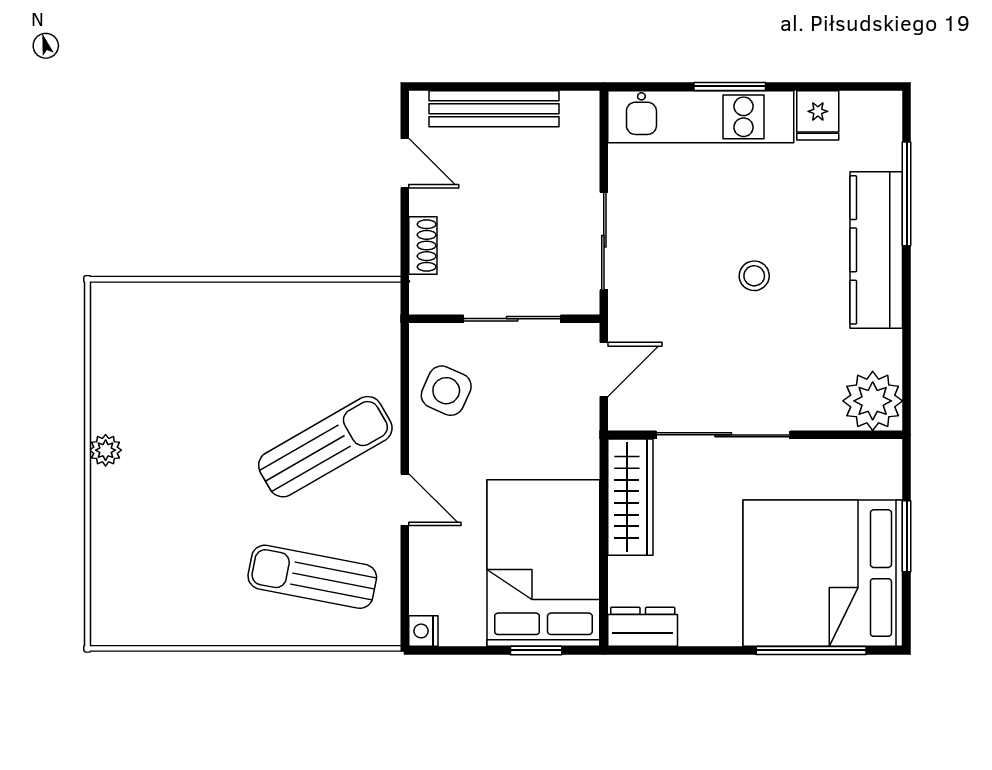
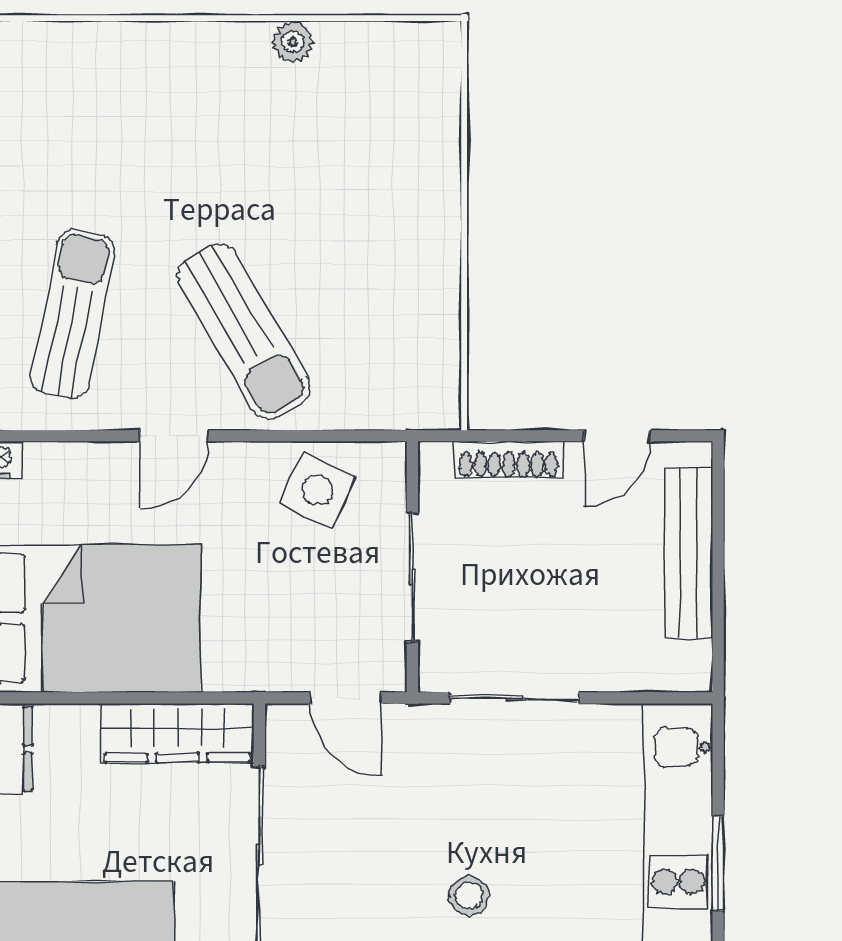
shoe rack: (423, 245) -> (509, 460), width x1.43
plant: (106, 450) -> (293, 42), moved

